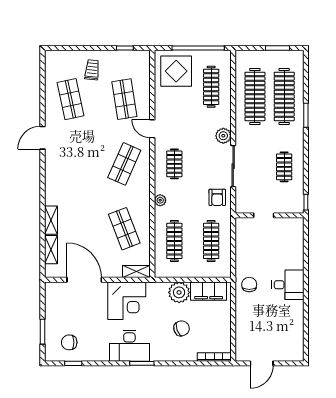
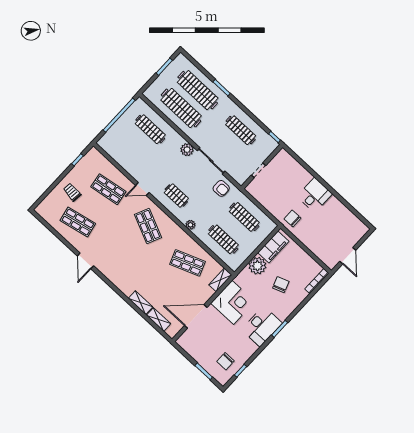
display table: (176, 71) -> (121, 142), removed
clothes rail: (284, 167) -> (241, 130), width x1.36

